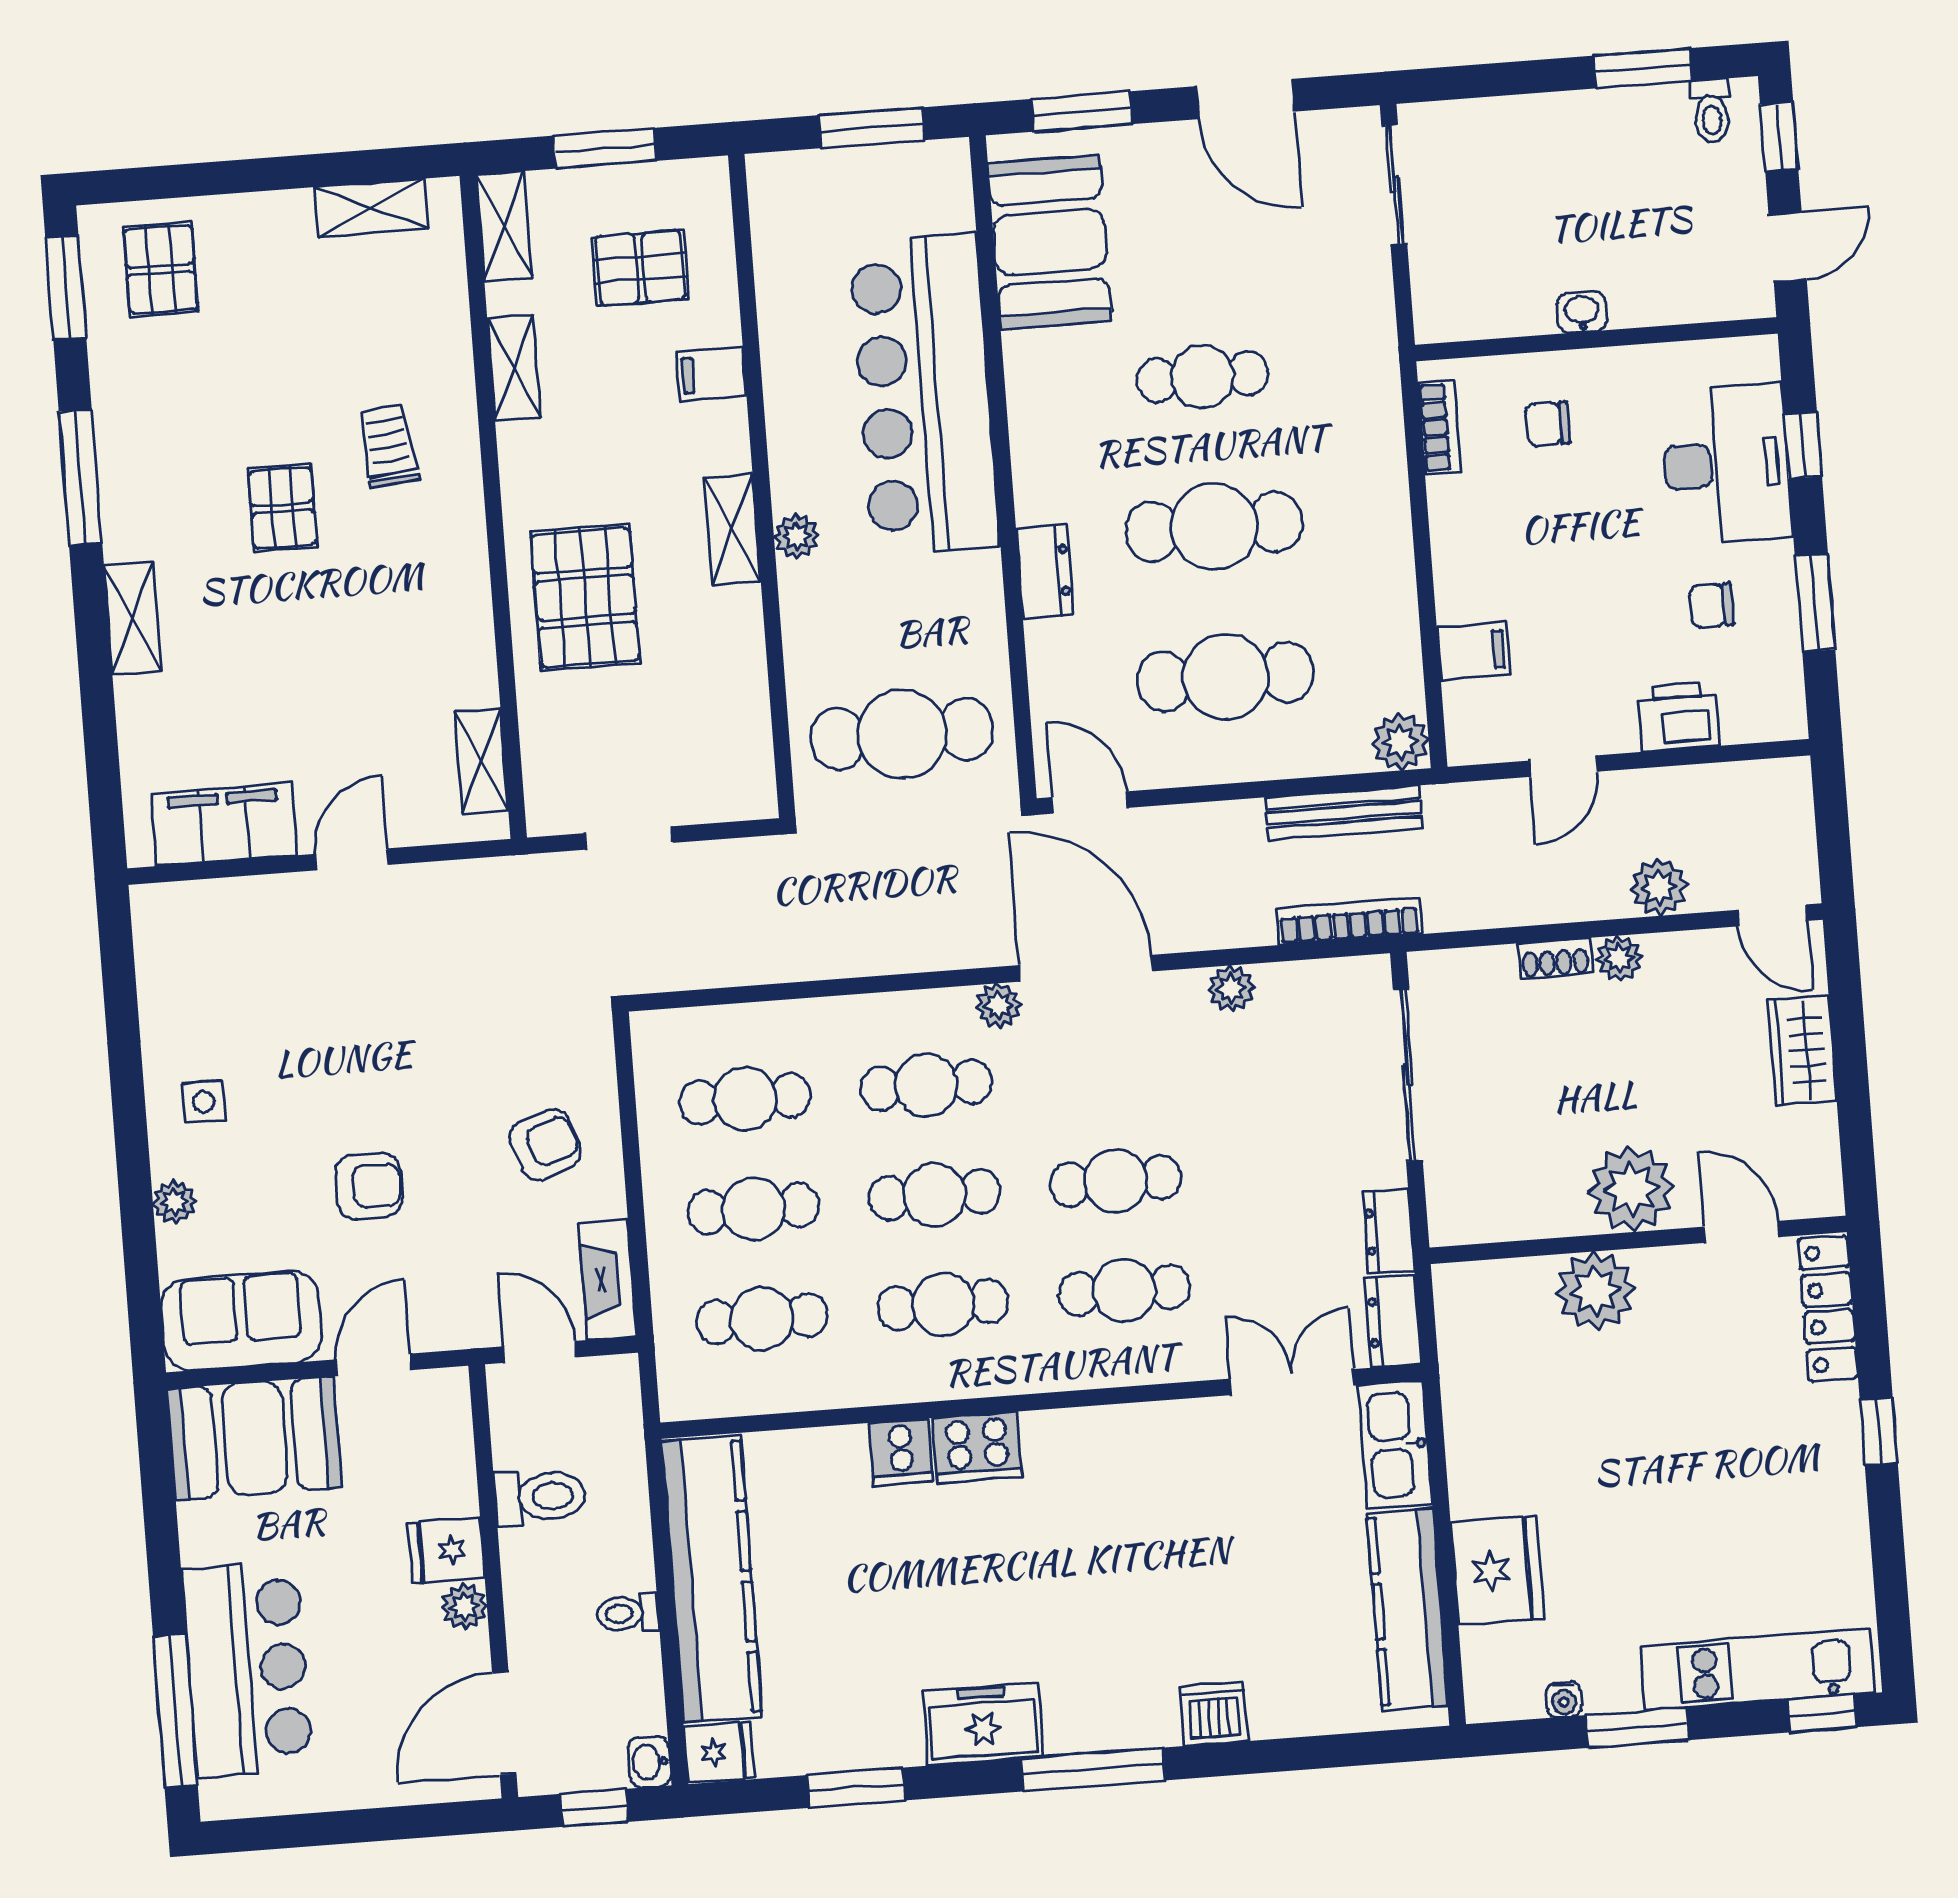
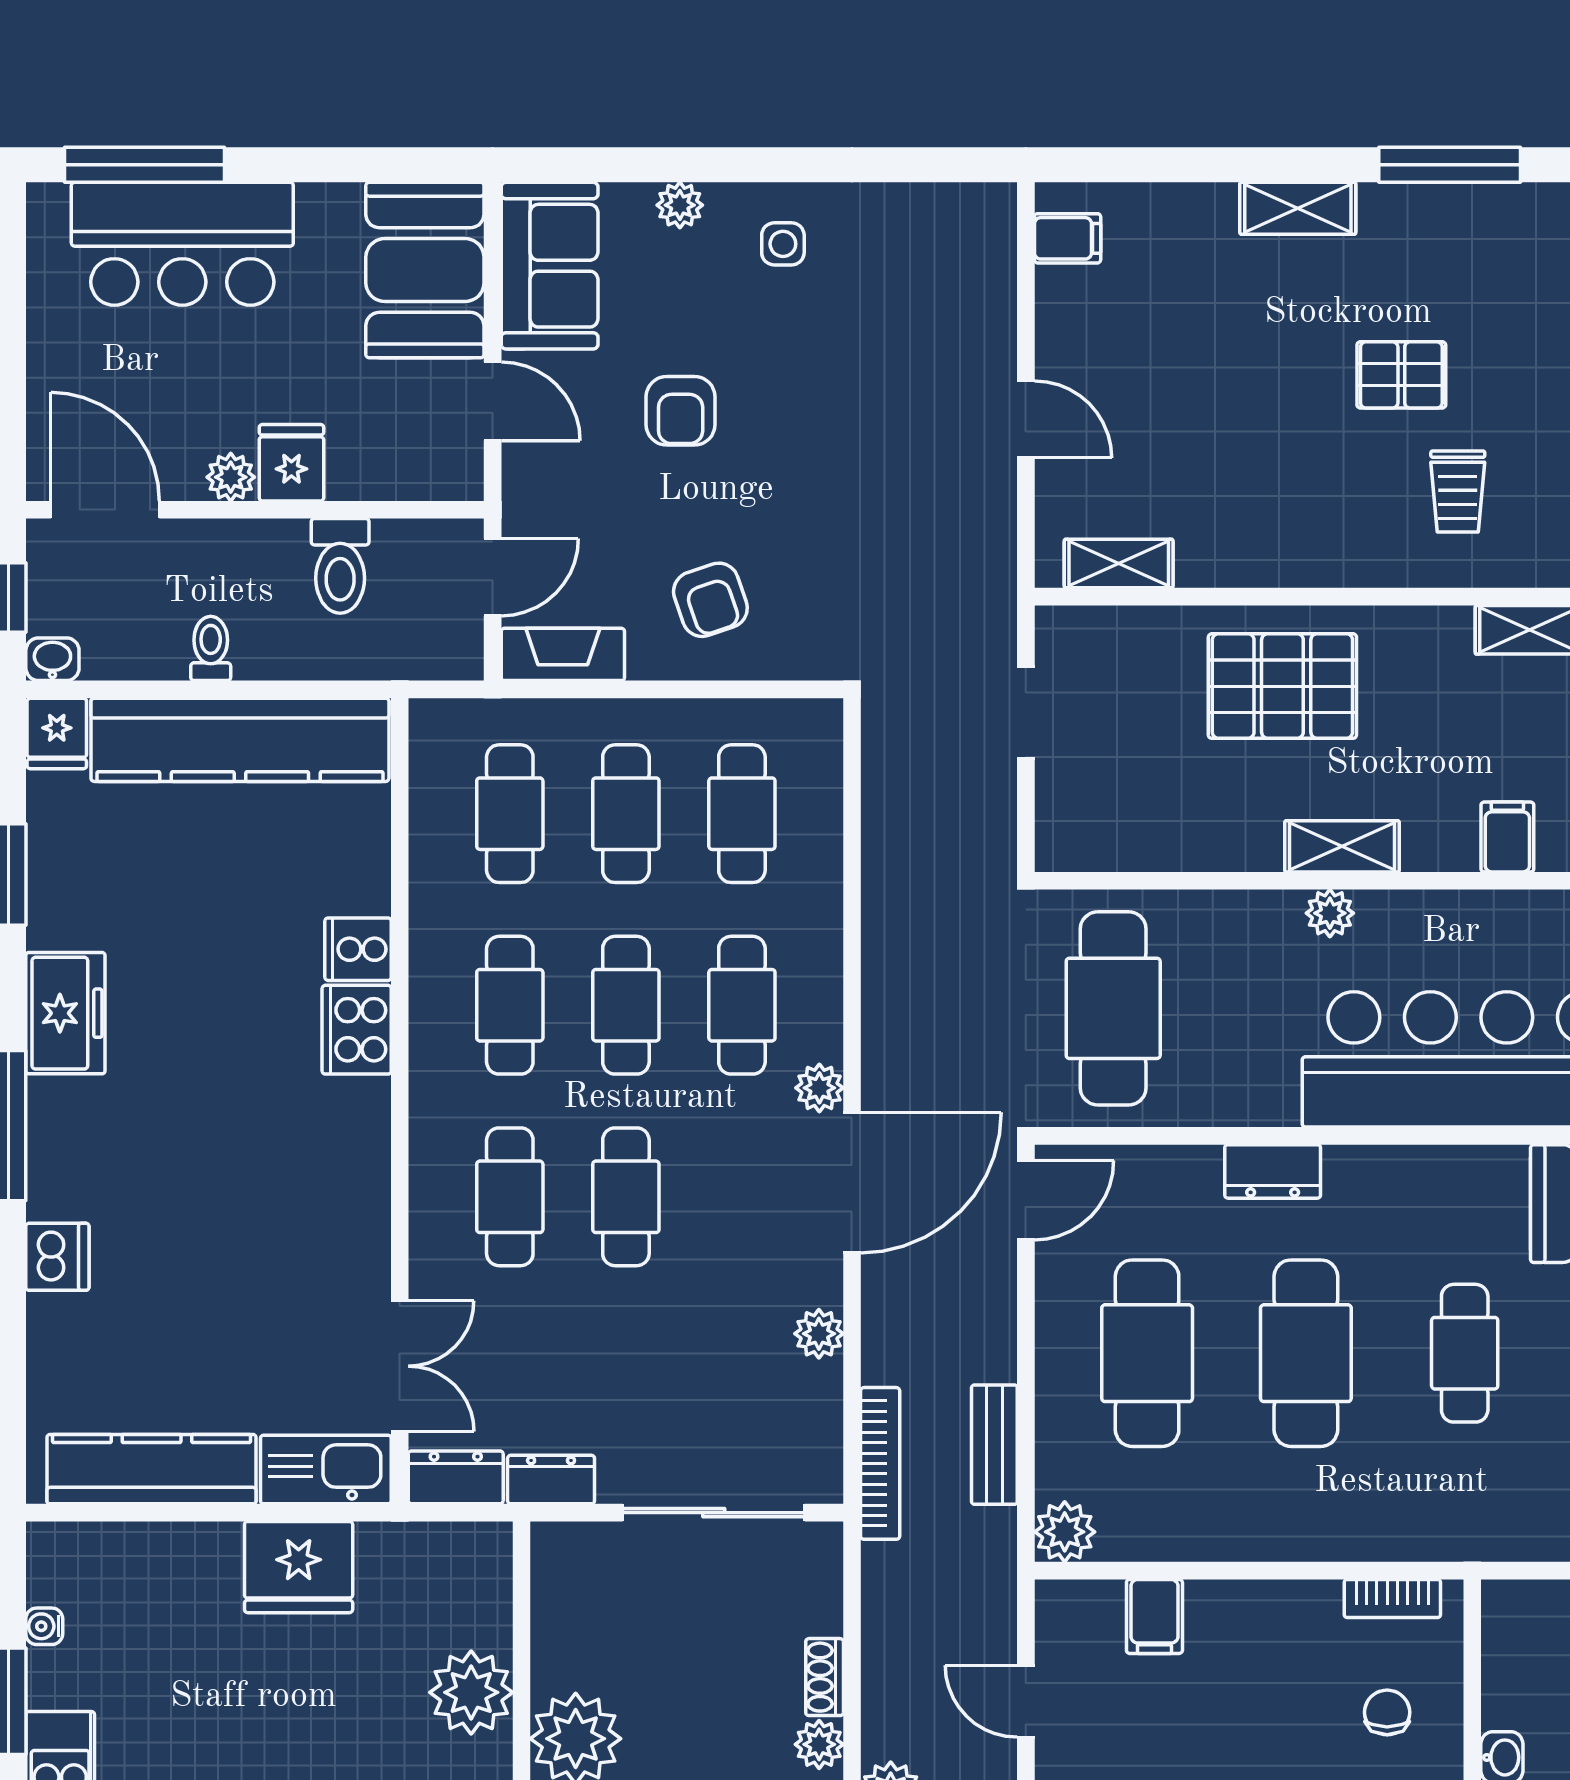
trolley: (389, 446) -> (1458, 491), turned 96
bench: (1344, 813) -> (994, 1445), width x0.73
filing cabinet: (224, 824) -> (1068, 238), width x0.33, depth x0.86
fridge: (1498, 1571) -> (299, 1567), moved

